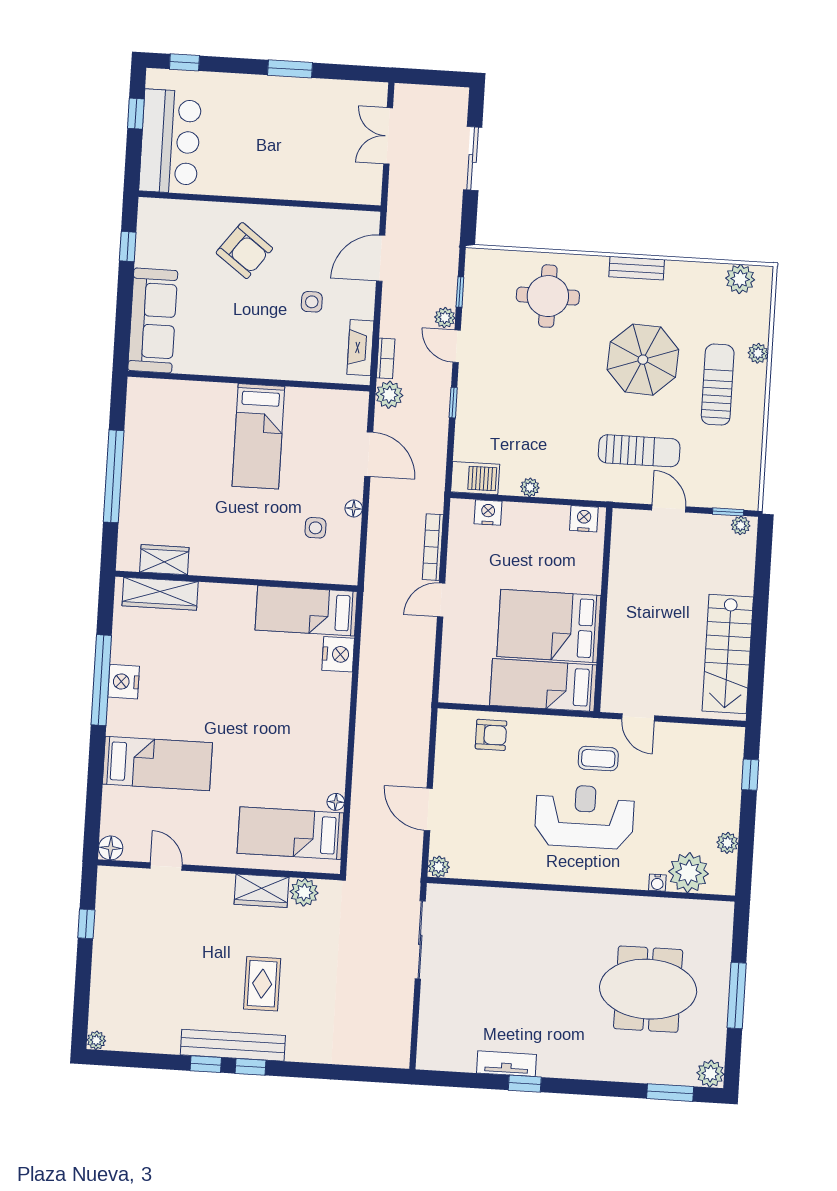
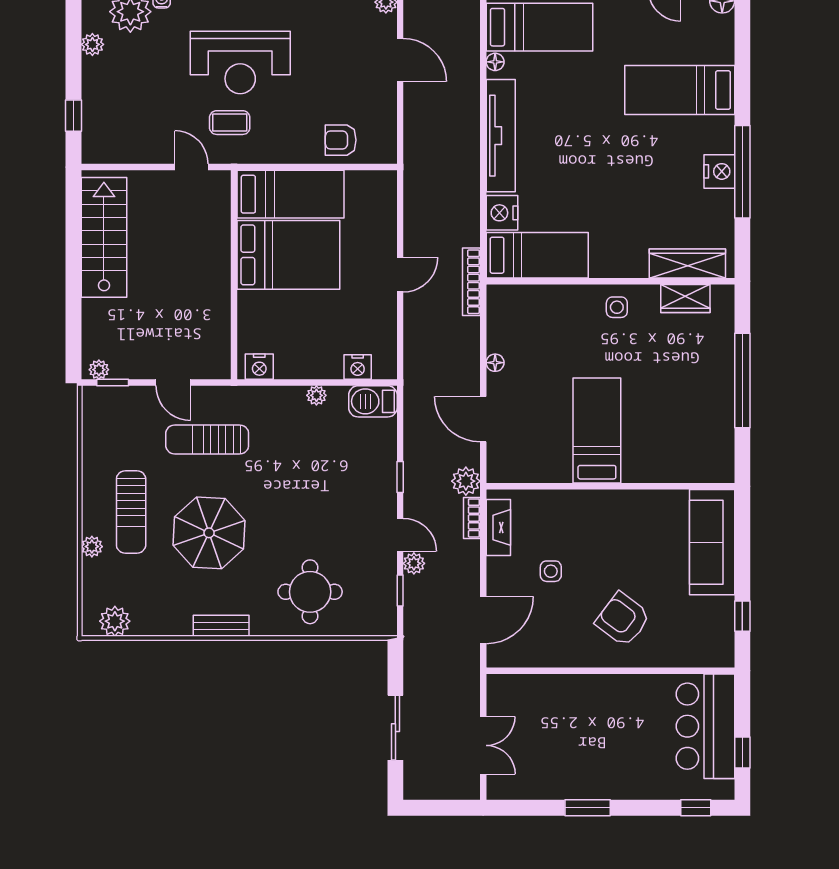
side table: (315, 528) -> (617, 307), moved
bookcase: (433, 547) -> (471, 282), moved, turned 180
tv unit: (335, 730) -> (501, 136), added

